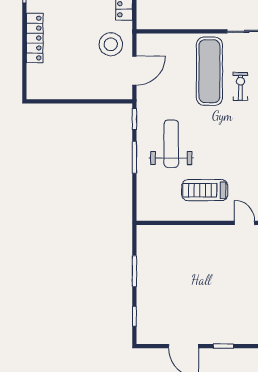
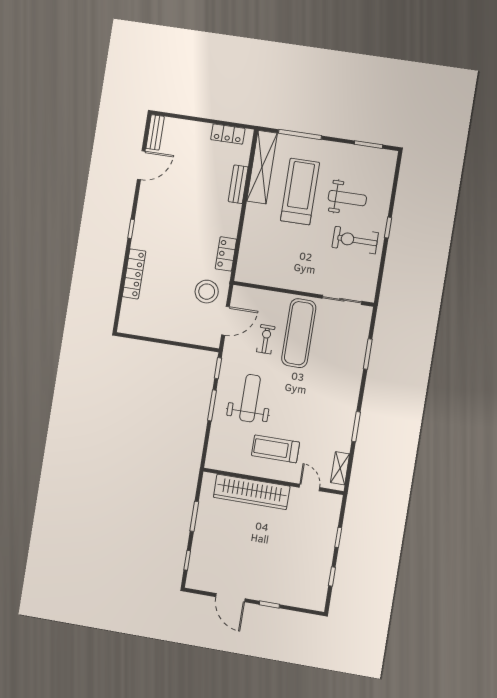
exercise bike: (240, 86) -> (266, 339), moved
wardrobe: (188, 237) -> (252, 492), added

